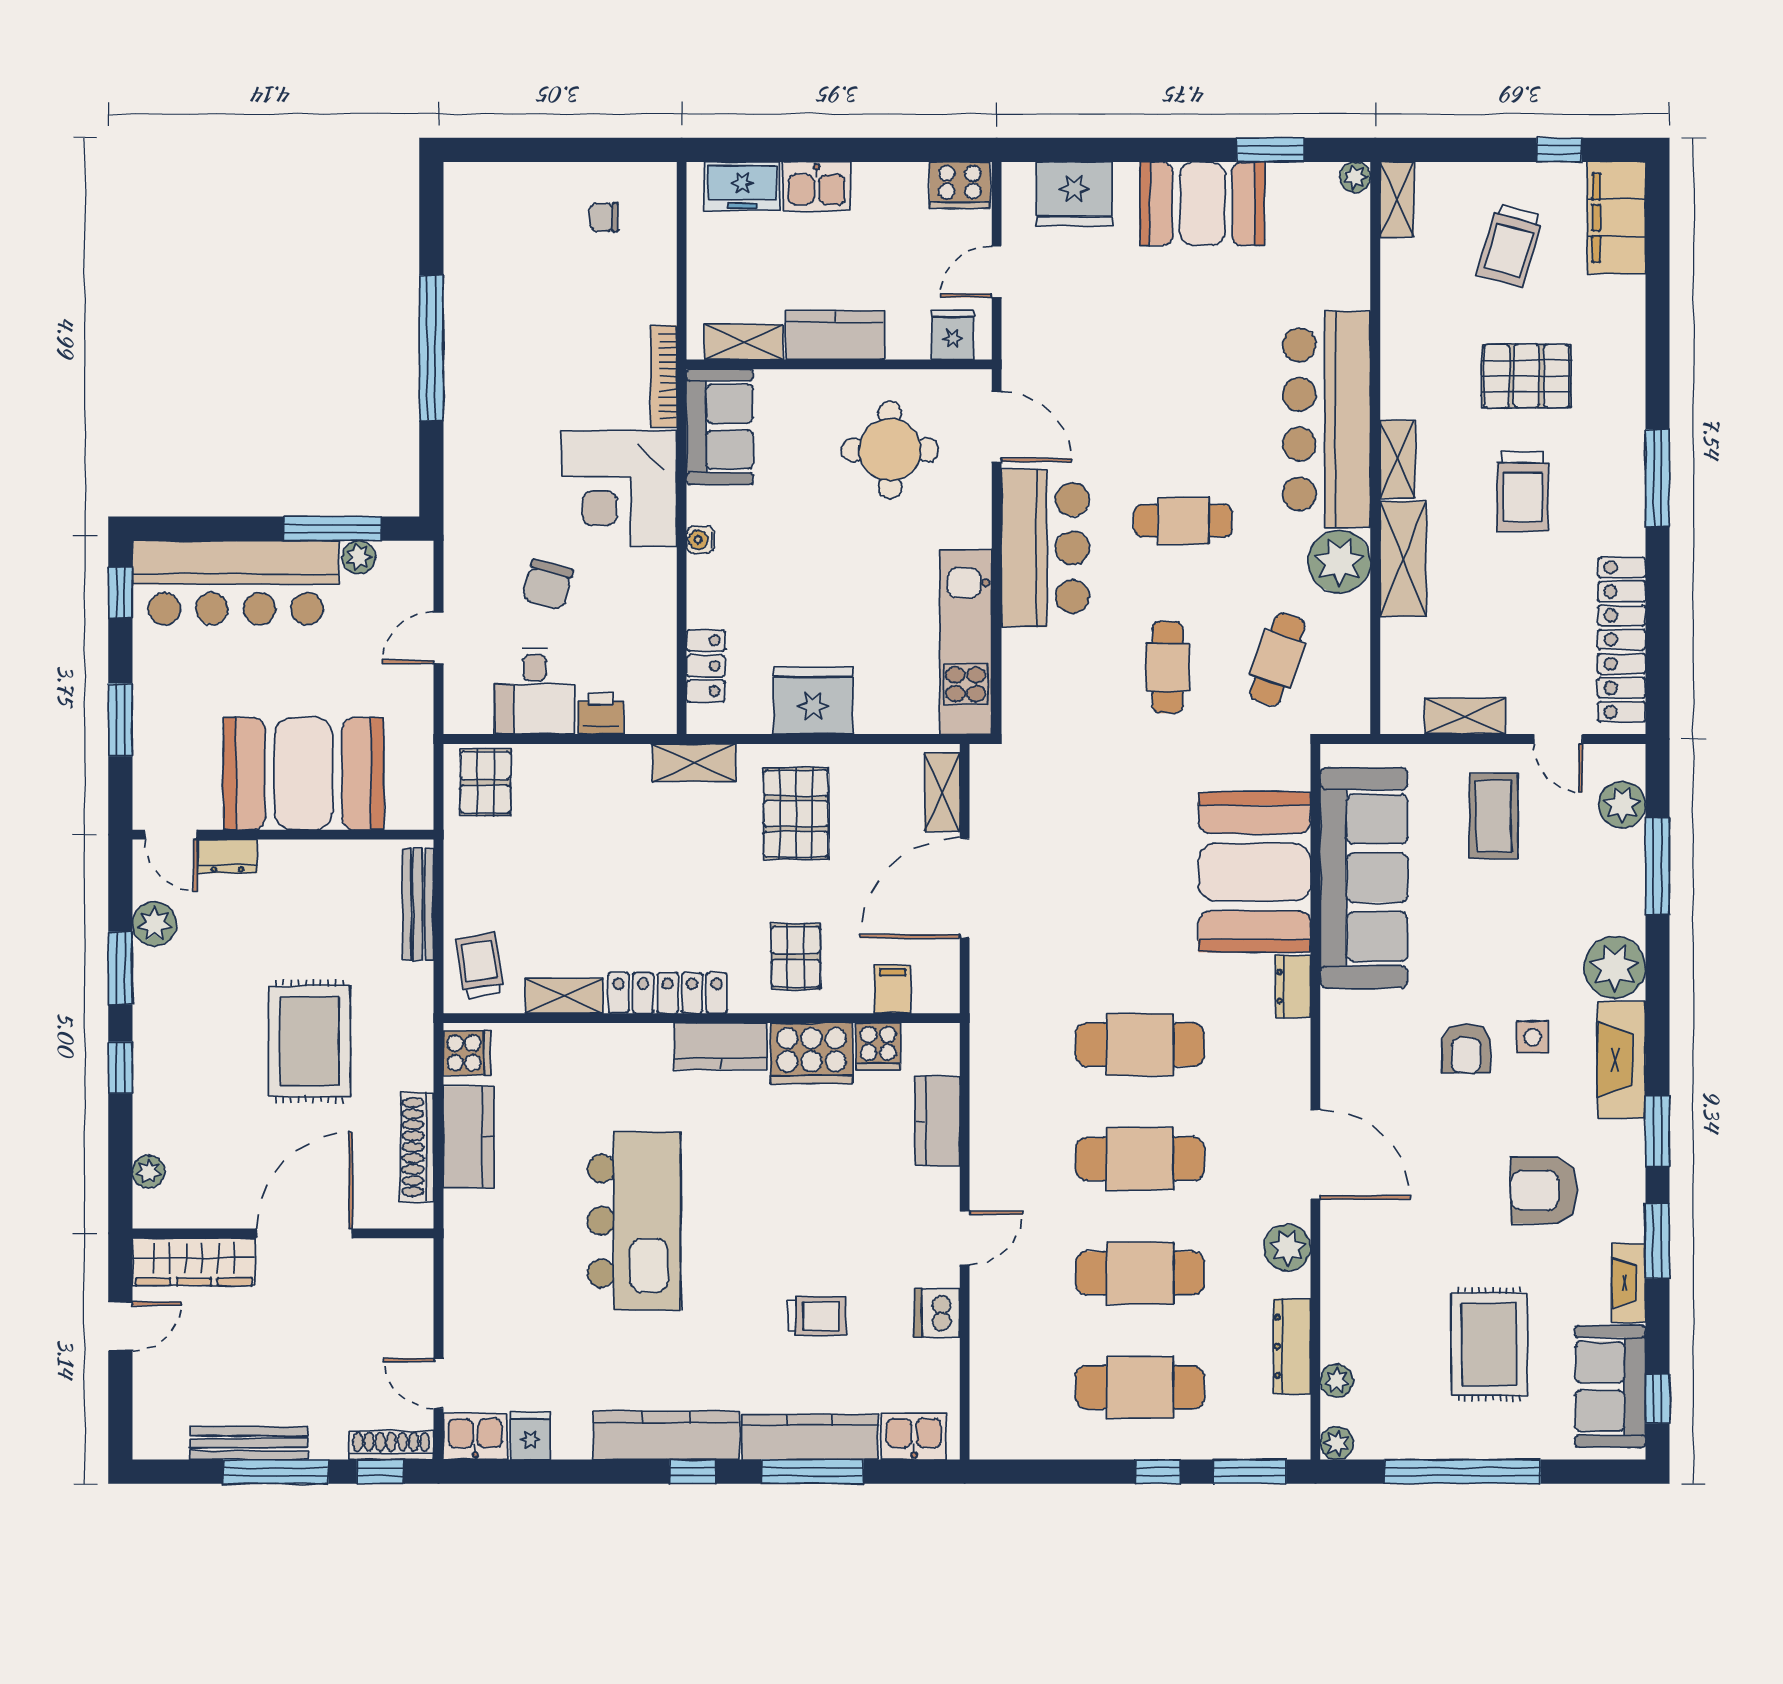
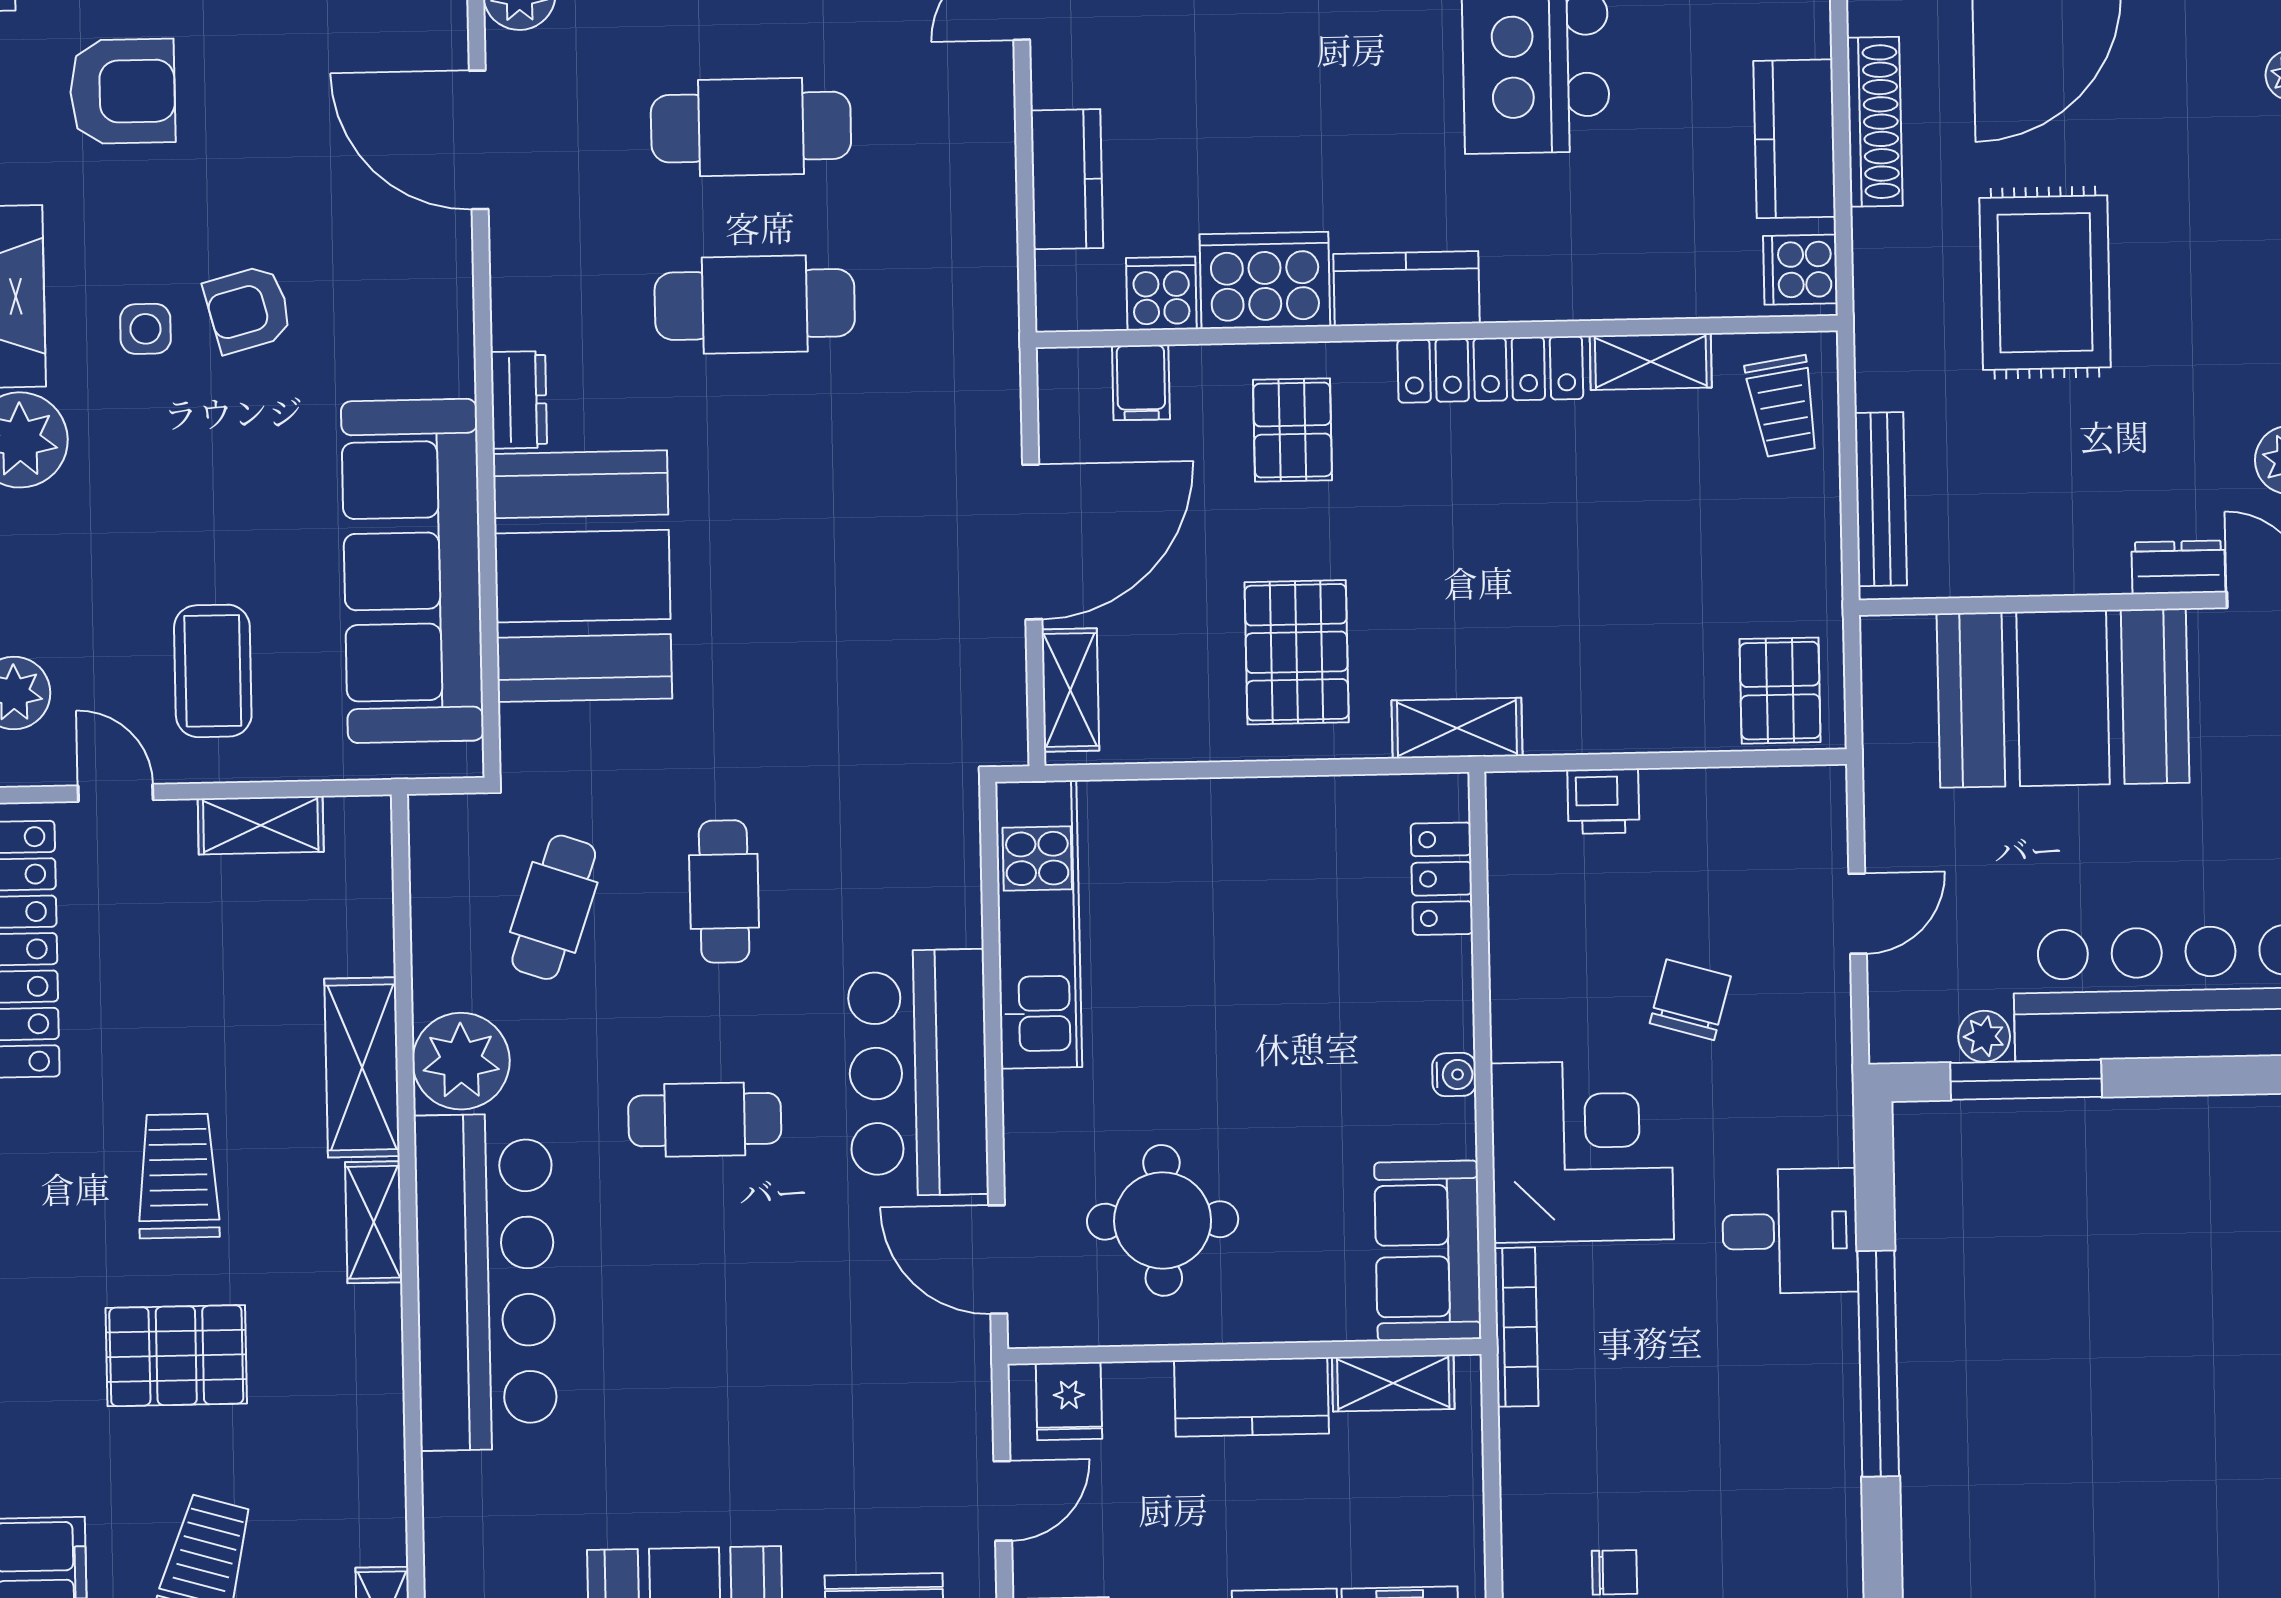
desk: (535, 691) -> (1790, 1231), moved, turned 90
fridge: (813, 701) -> (1274, 828), removed
armchair: (1466, 1048) -> (248, 309), turned -105

